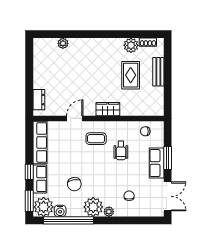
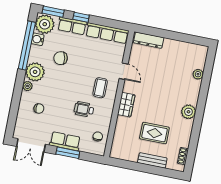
plant: (131, 45) -> (188, 112), moved
dresser: (39, 100) -> (149, 40), width x1.44

